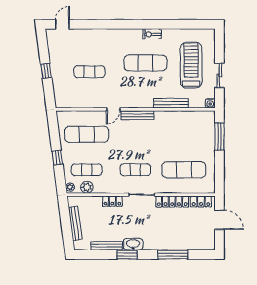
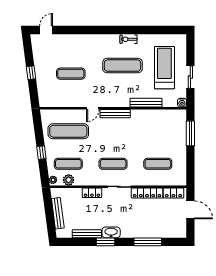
exercise mat: (184, 170) -> (158, 164), width x0.73, depth x0.69

